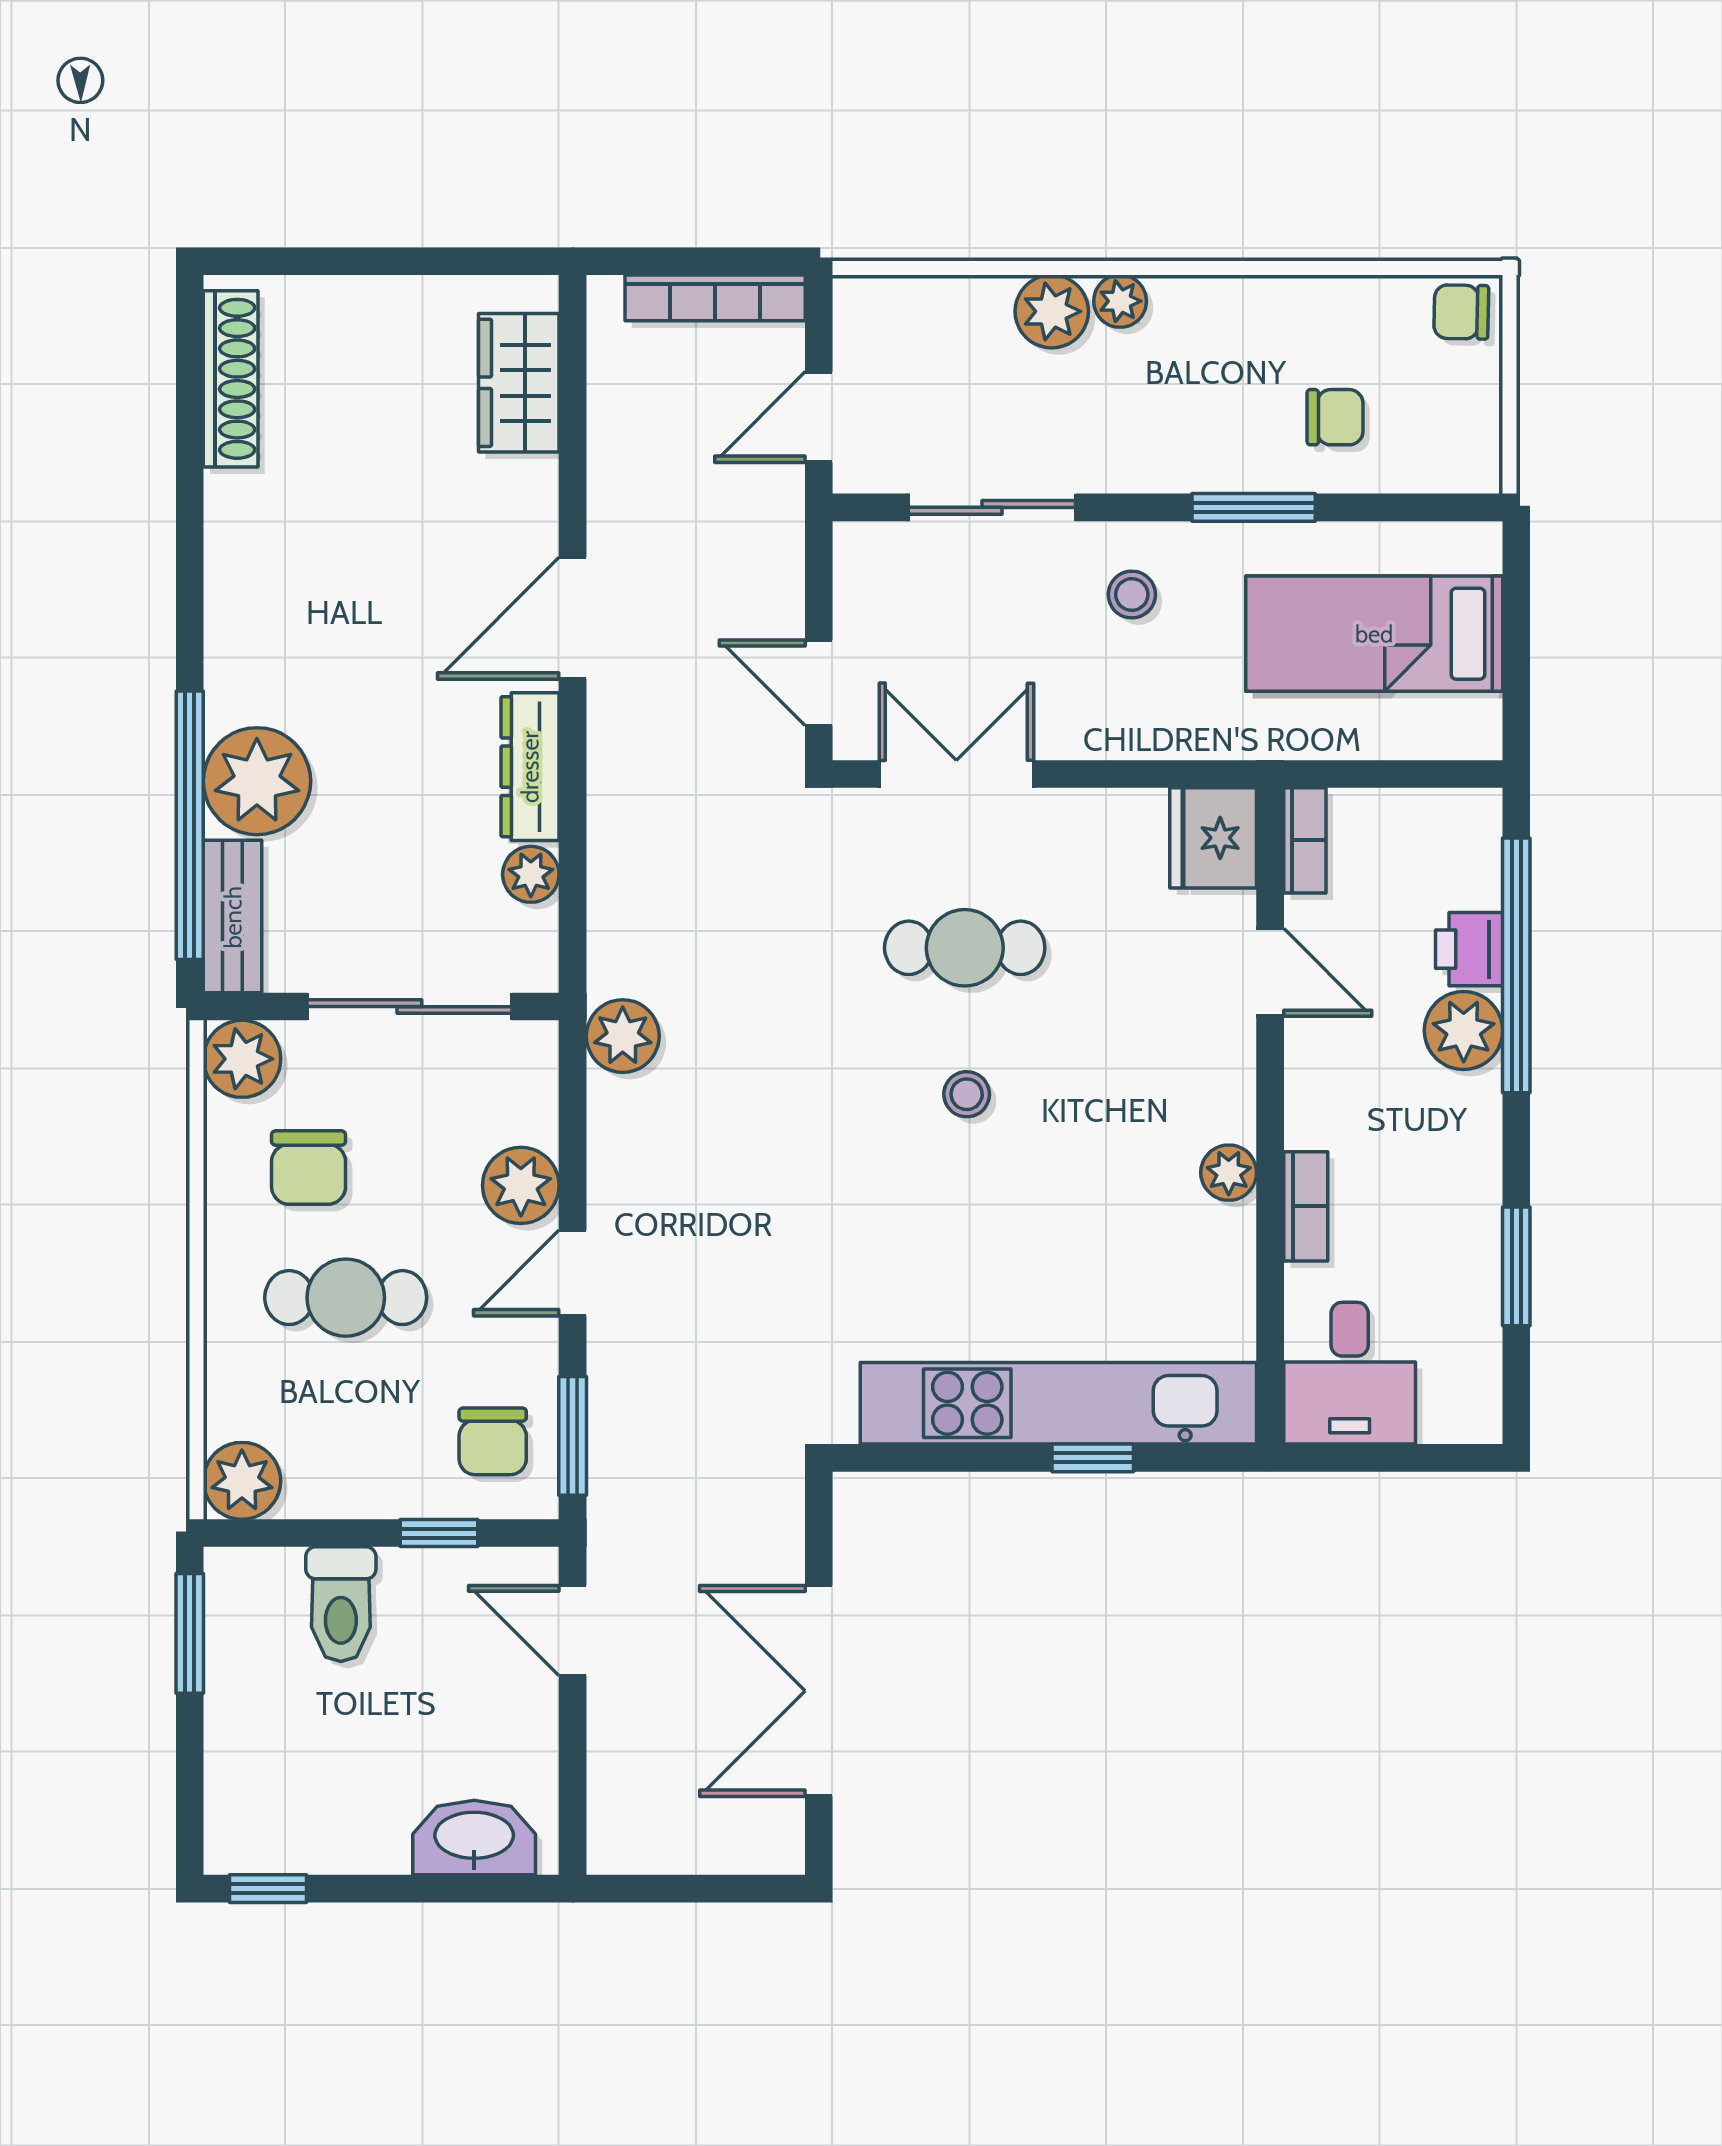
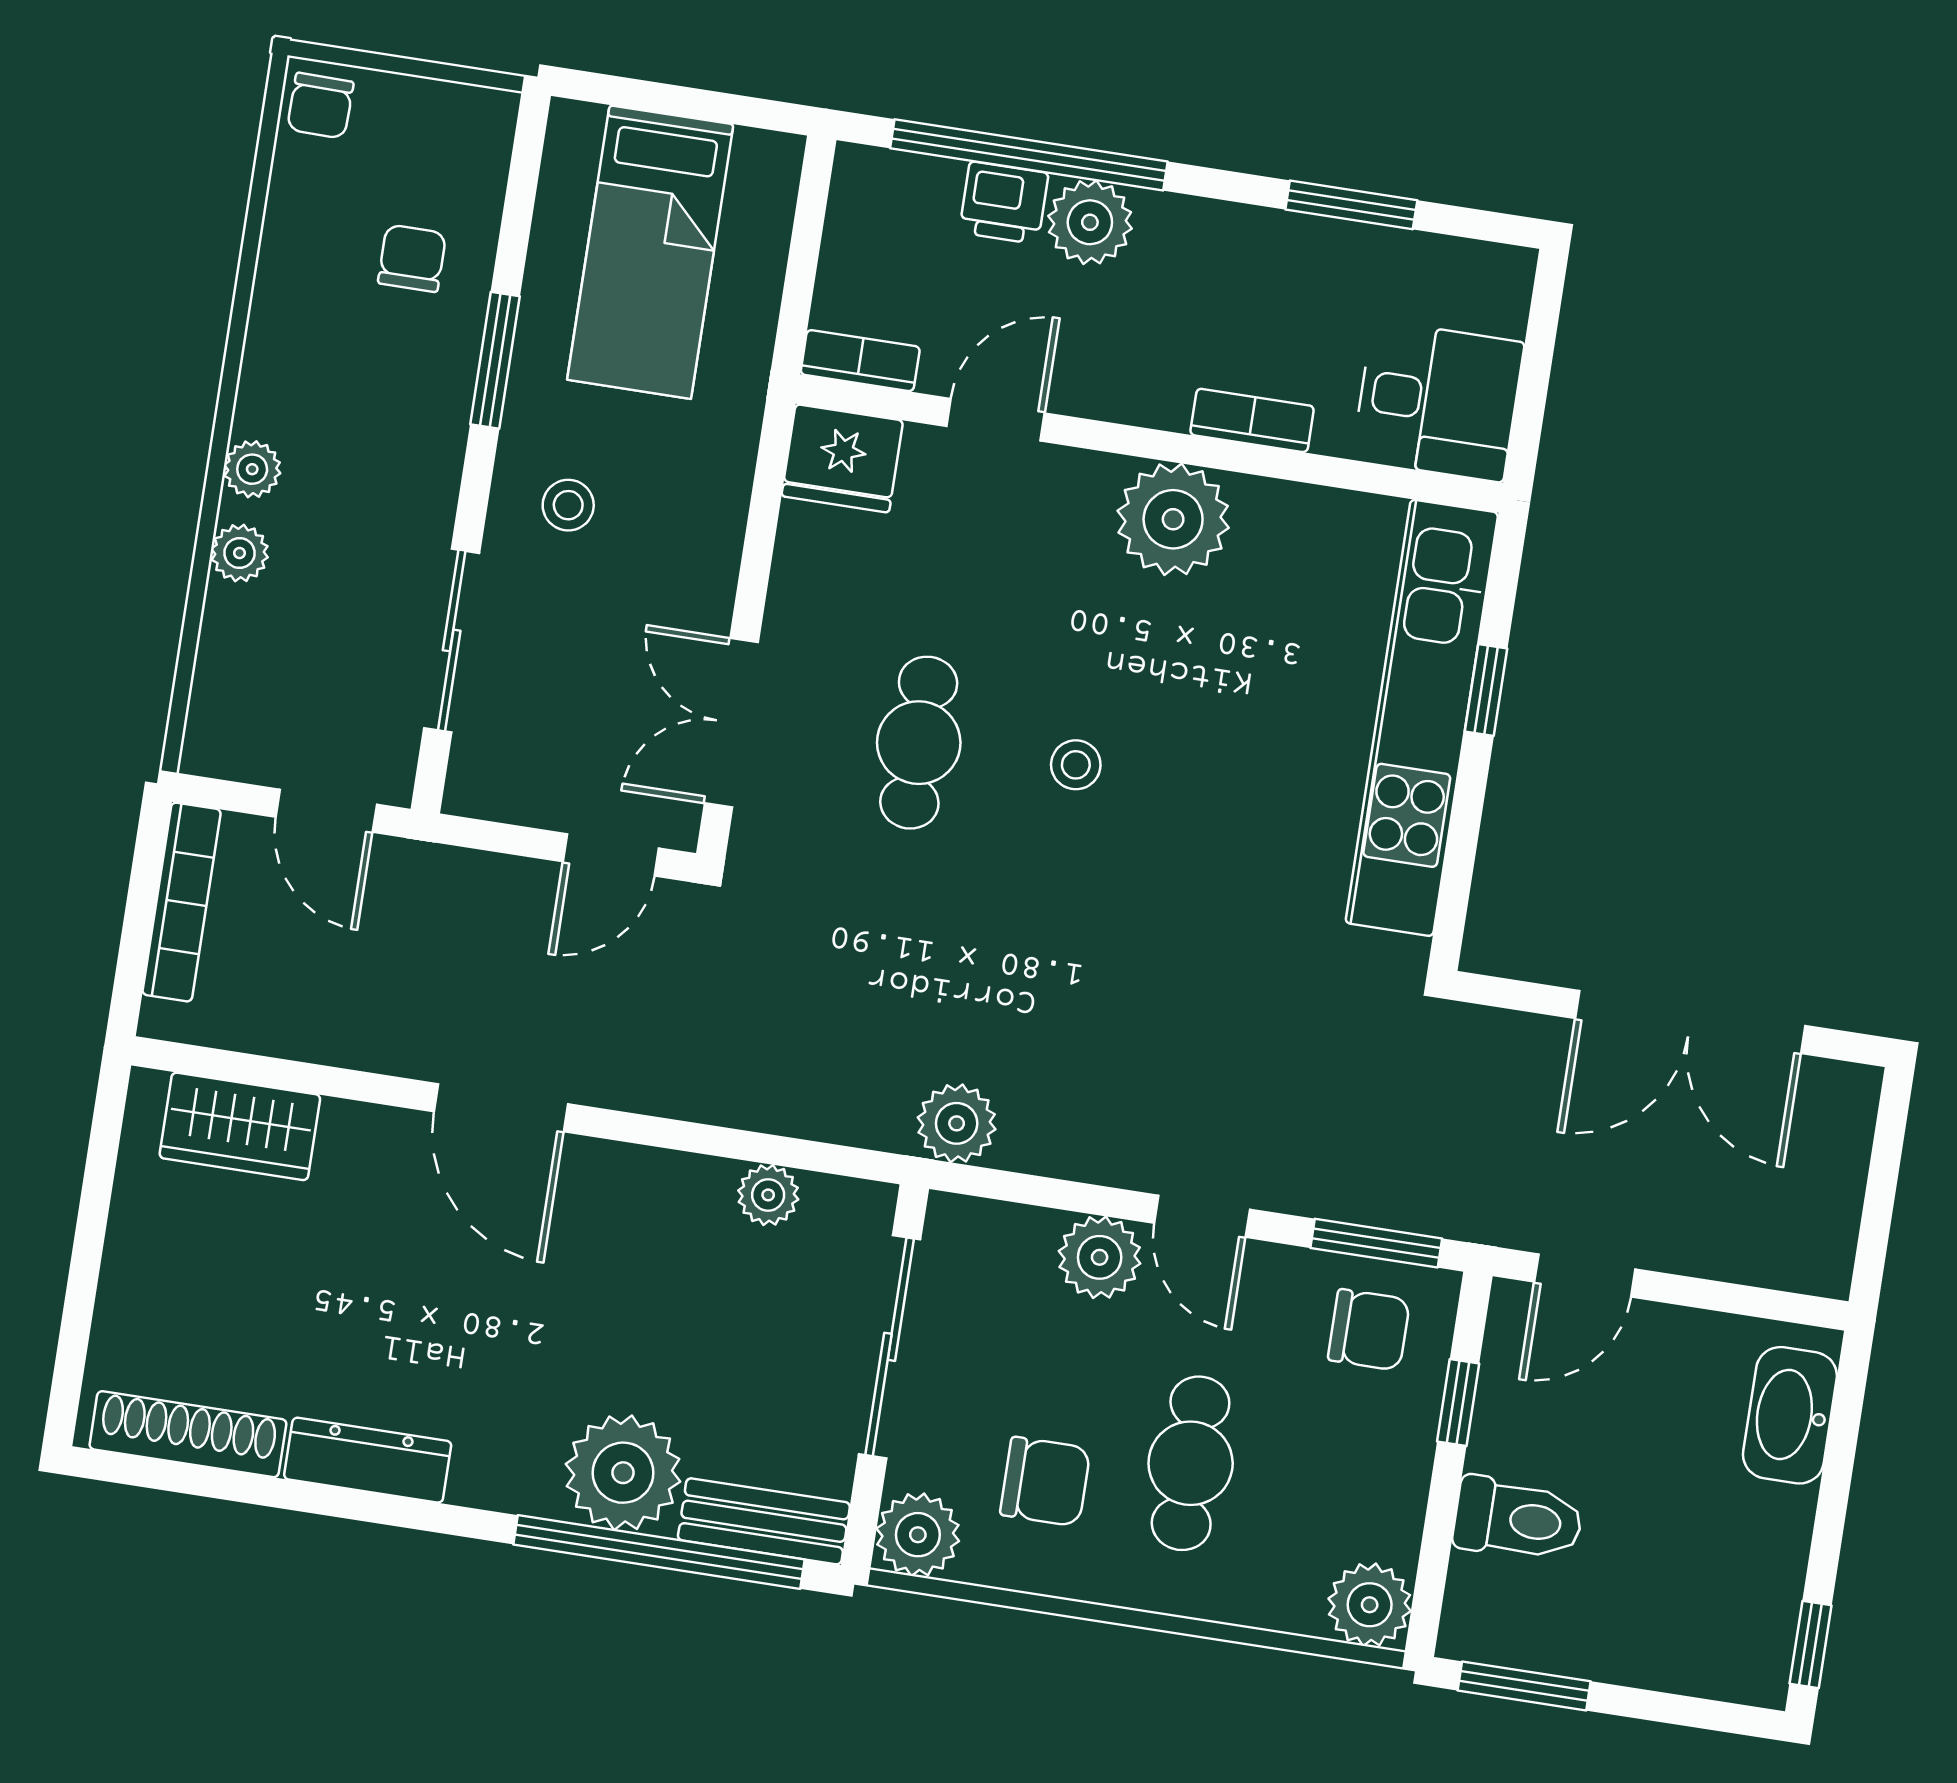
plant: (1052, 311) -> (240, 553), width x0.73, depth x0.73
dresser: (530, 767) -> (368, 1460), moved, turned 180
plant: (1229, 1173) -> (1173, 519), width x1.87, depth x1.87

